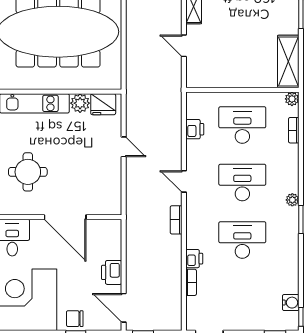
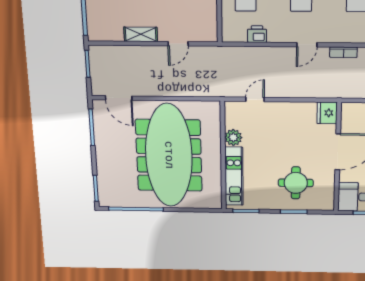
fridge: (103, 104) -> (327, 113), moved, turned 180
door: (124, 147) -> (255, 99), moved

